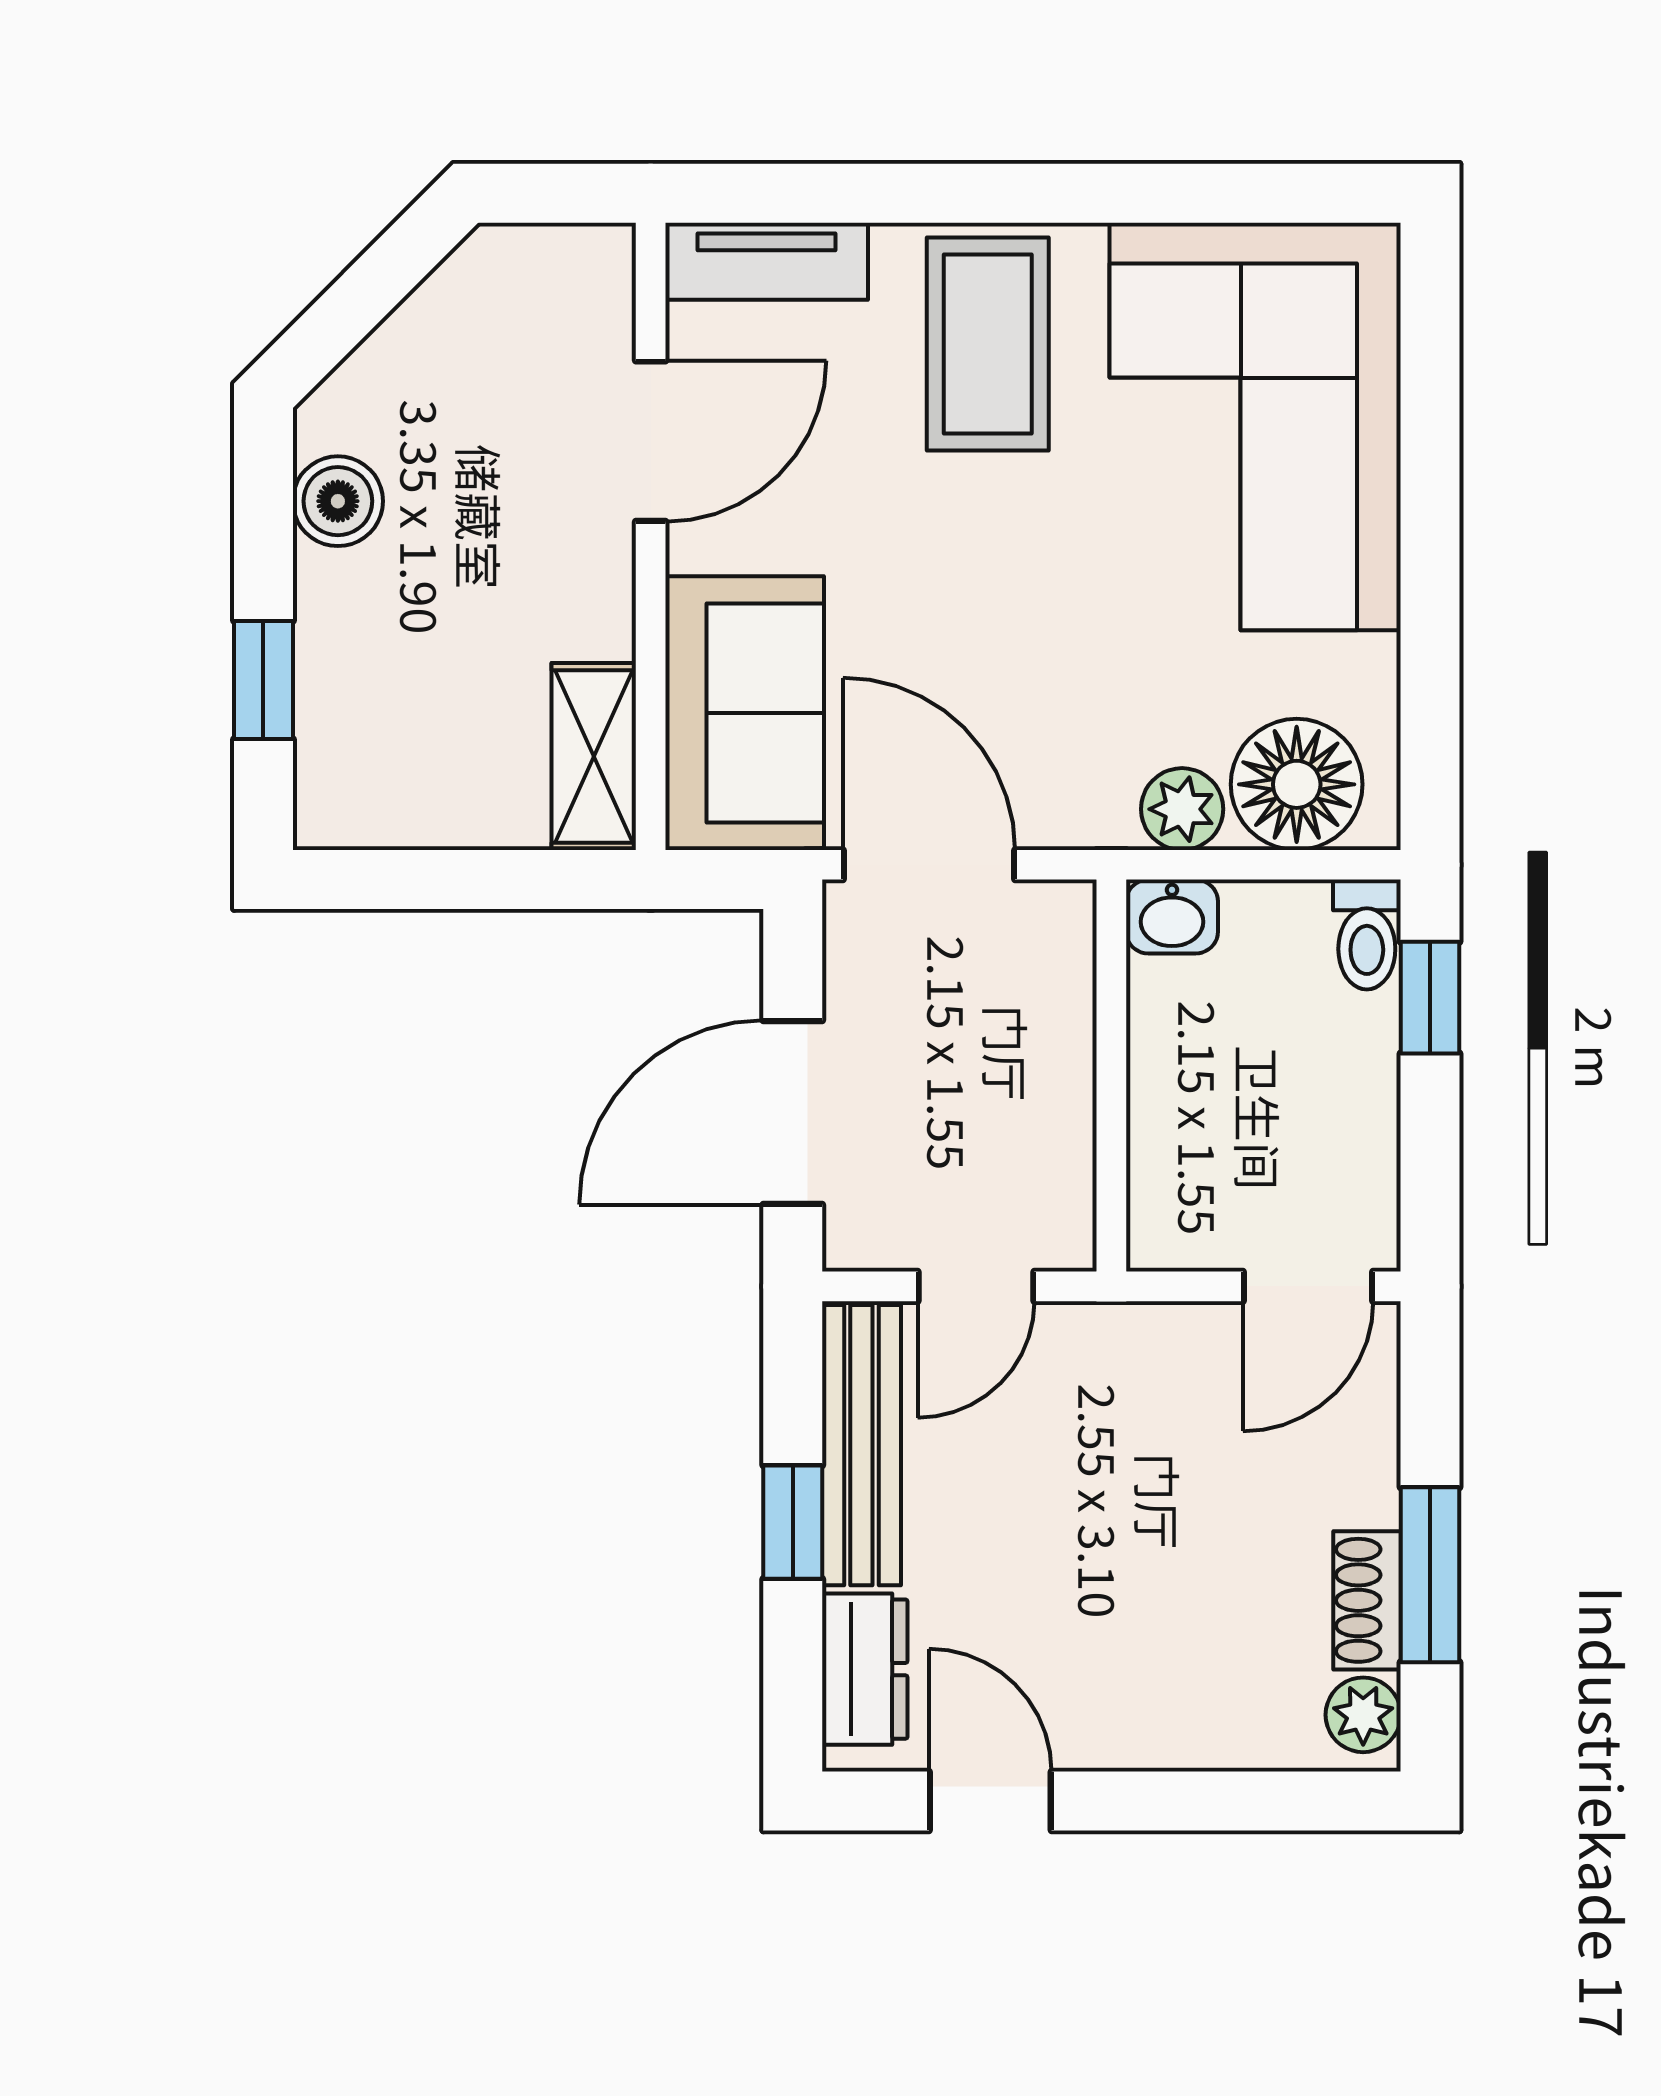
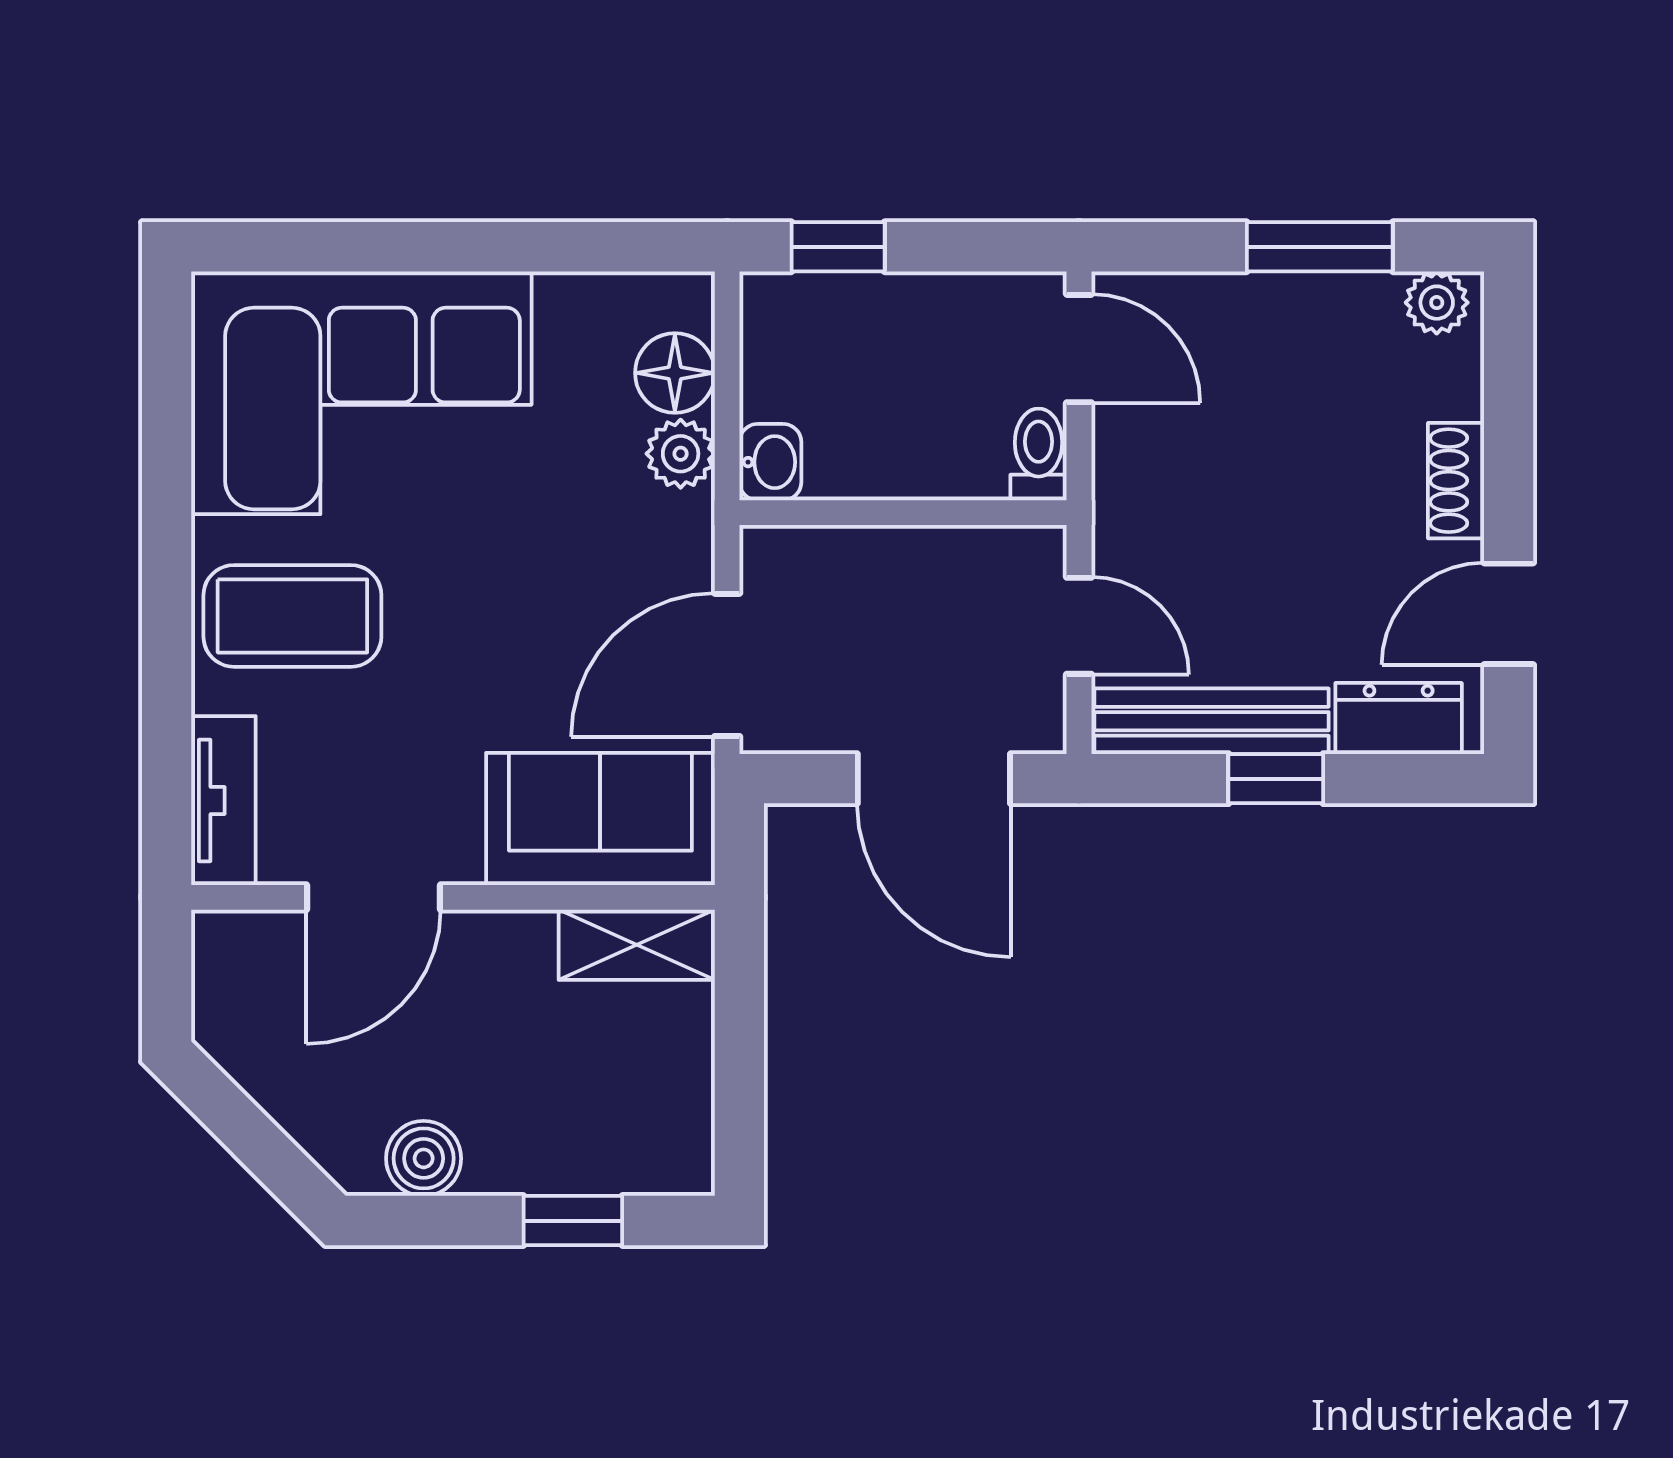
door: (651, 441) -> (374, 897), swing flipped
floor lamp: (1297, 784) -> (675, 373), width x0.73, depth x0.73
toilet: (1367, 935) -> (1039, 454), moved, turned -90
shoe rack: (1367, 1600) -> (1456, 481), moved, turned 90

